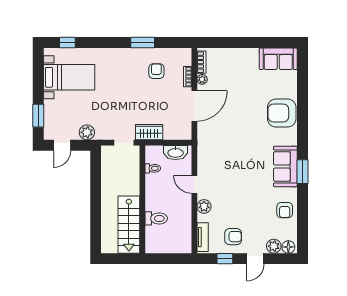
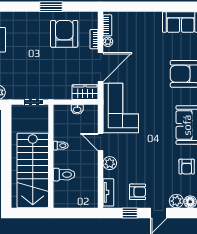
armchair: (156, 71) -> (64, 34), width x1.88, depth x1.88
wardrobe: (149, 132) -> (85, 92), moved
corner sofa: (216, 149) -> (121, 108), added
washbasin: (176, 153) -> (77, 109), width x0.52, depth x0.69
toilet: (153, 168) -> (61, 146), moved
stairs: (129, 225) -> (33, 170), width x1.36, depth x1.51

